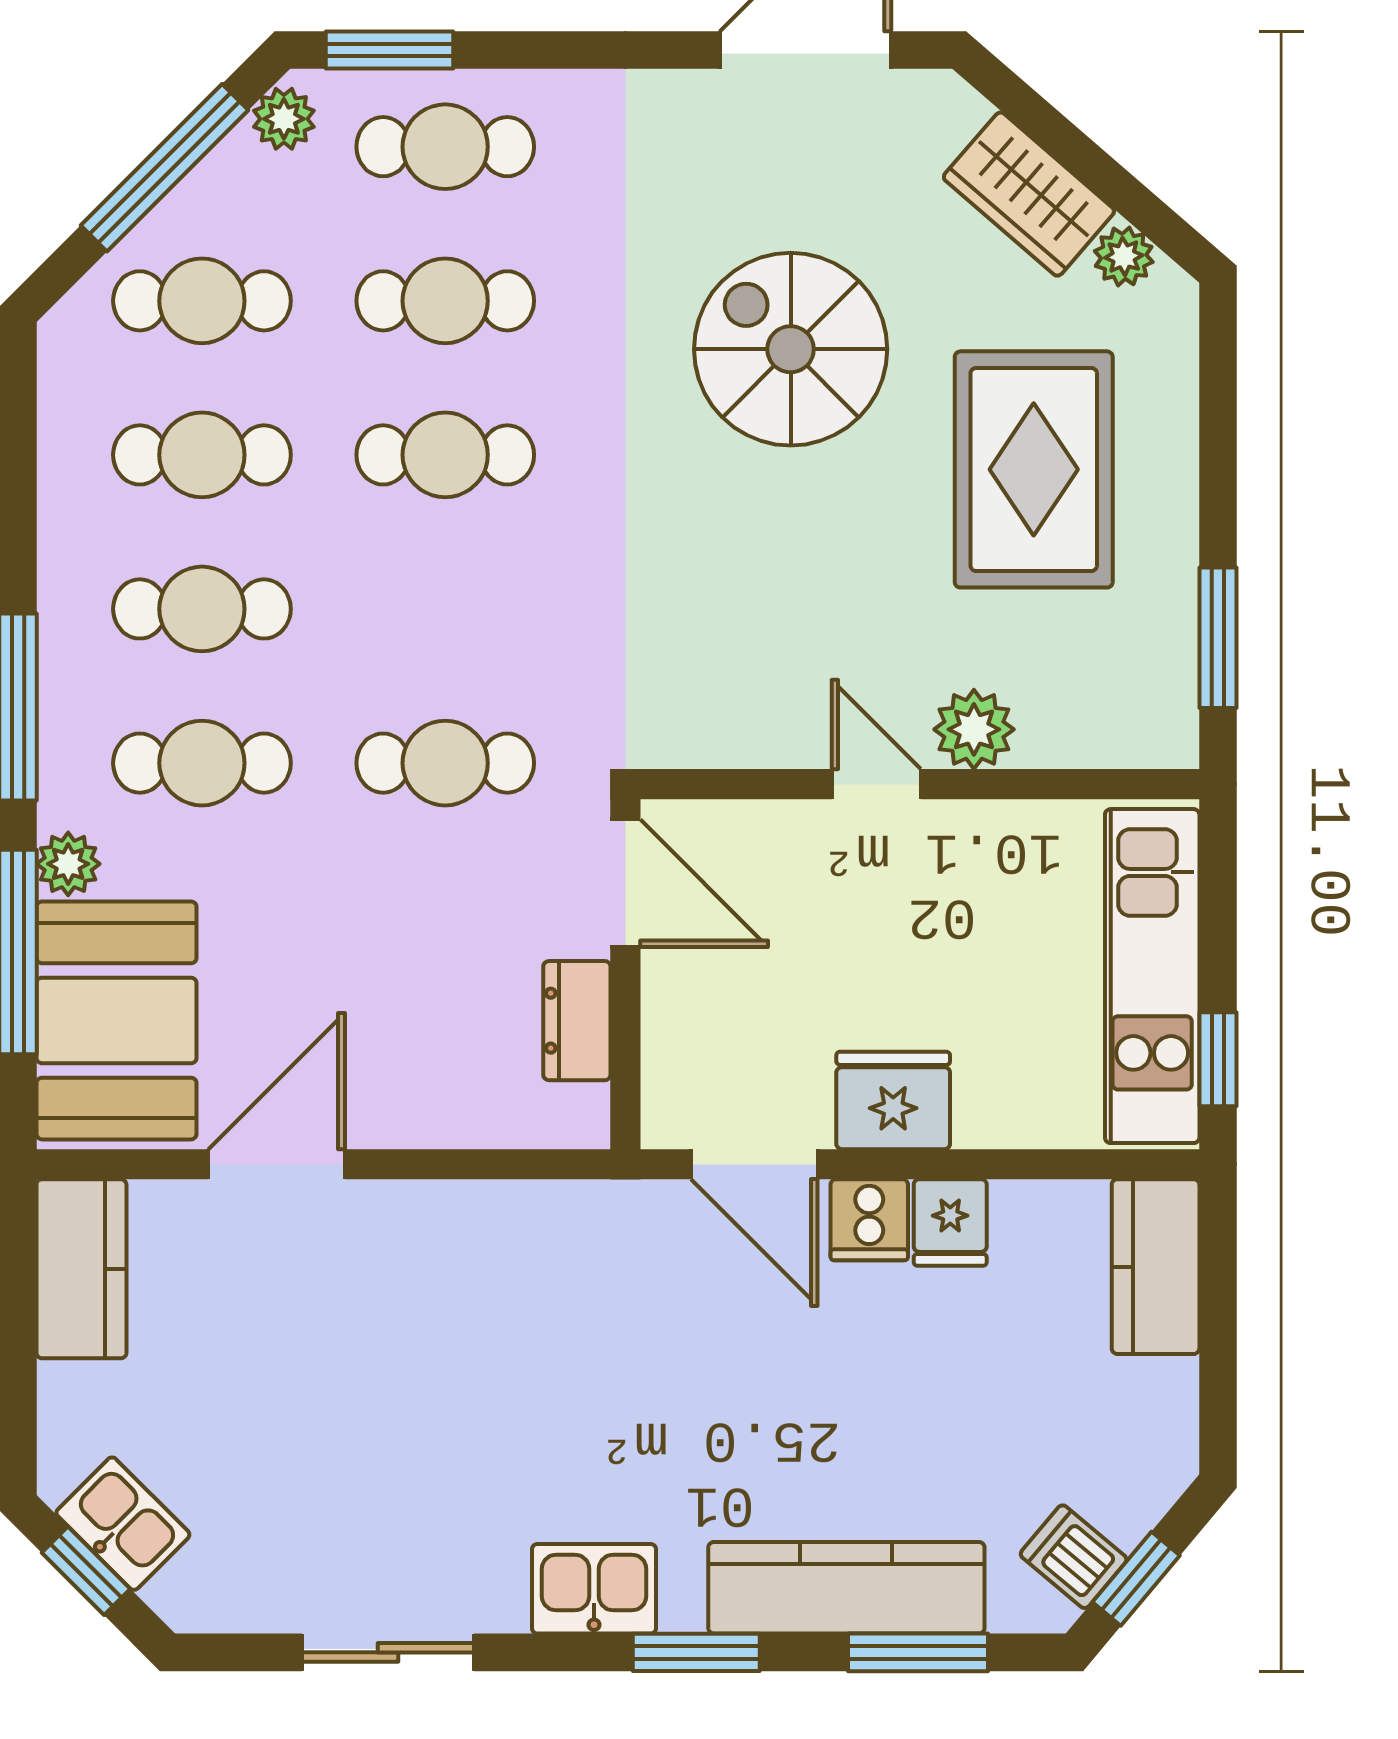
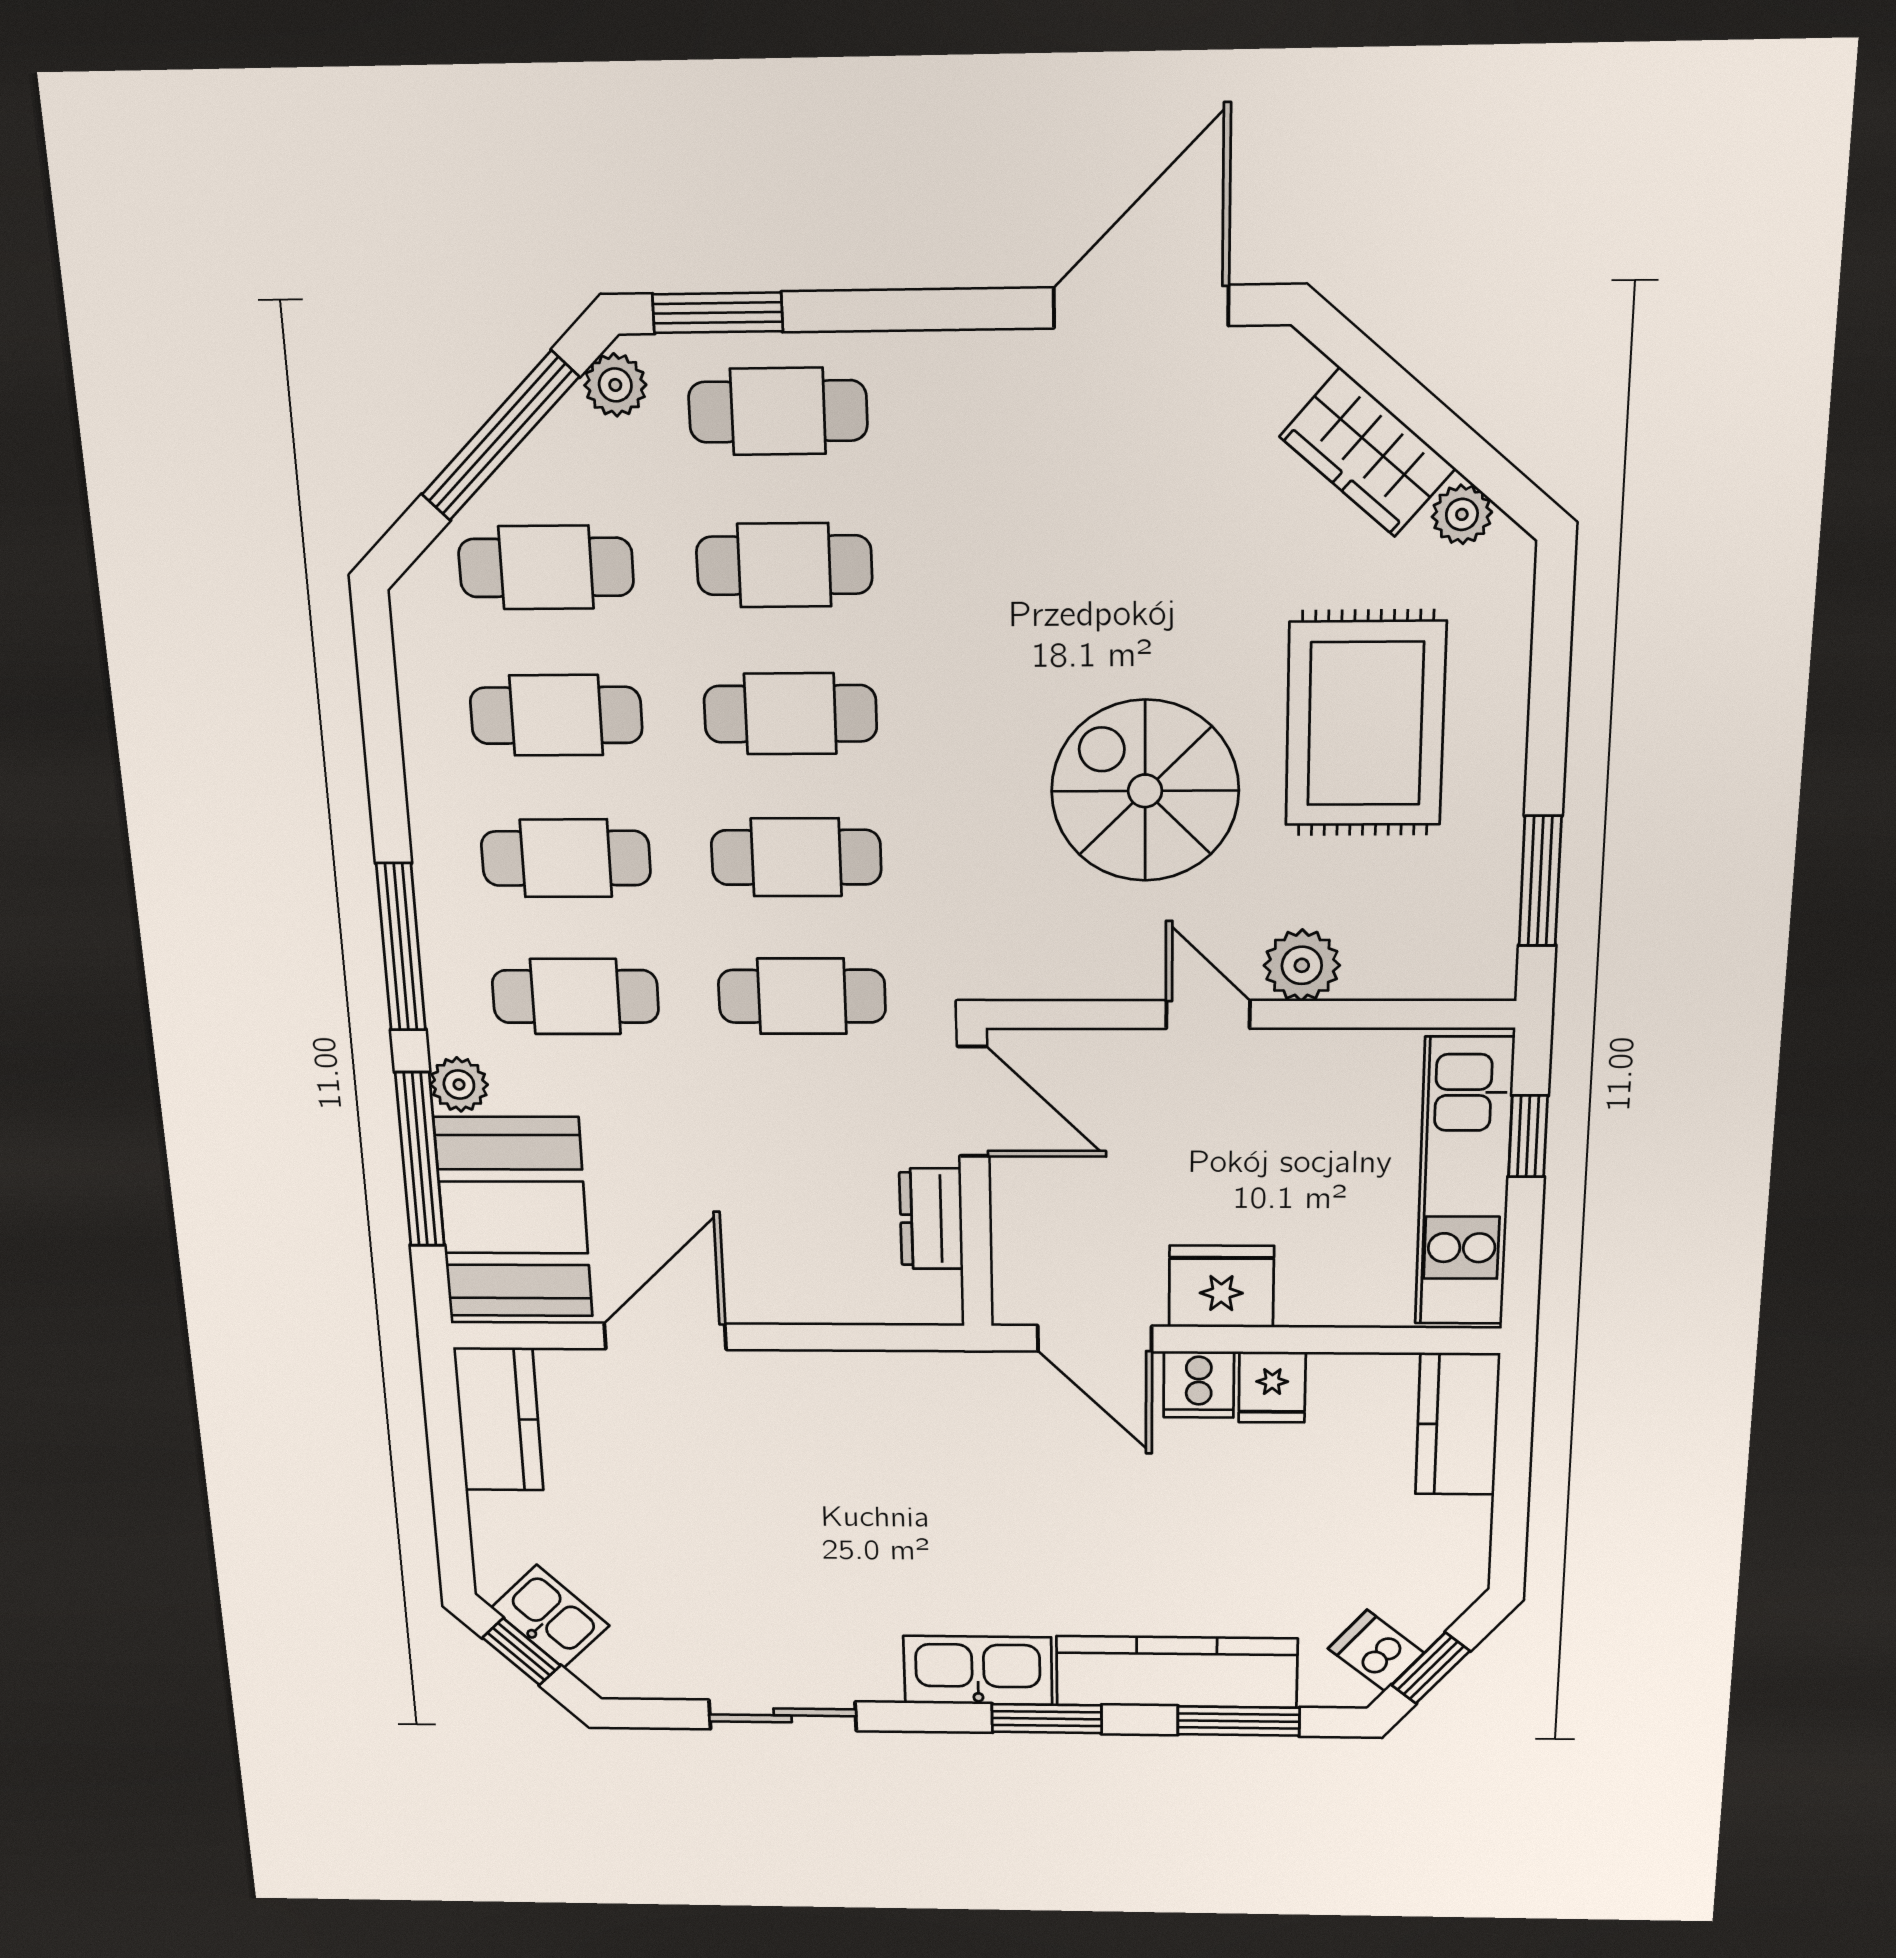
spiral stairs: (791, 349) -> (1145, 791), moved
cafe table: (445, 609) -> (796, 857), added
window: (1218, 1059) -> (1528, 1136), moved
kitchen sink: (594, 1589) -> (978, 1670), width x1.38

